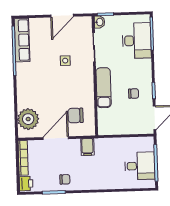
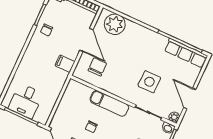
plant: (87, 22) -> (174, 117), added
side table: (65, 61) -> (149, 82), width x1.87, depth x1.87

